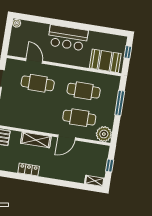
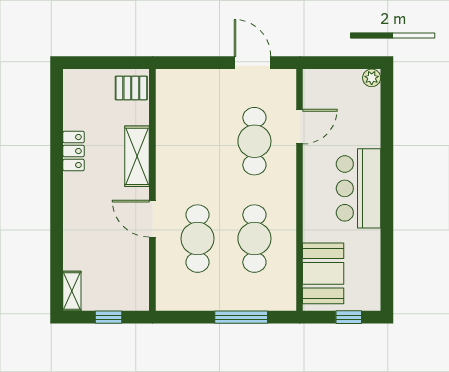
plant: (104, 134) -> (172, 295), removed

